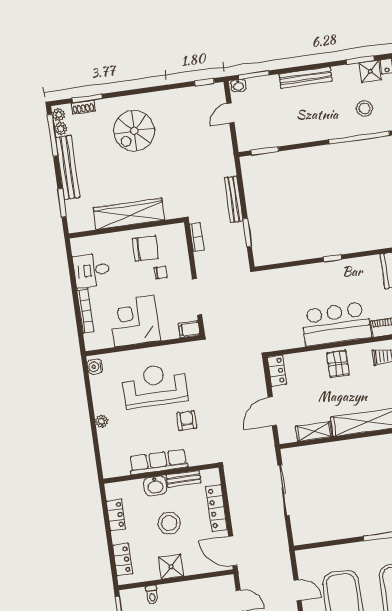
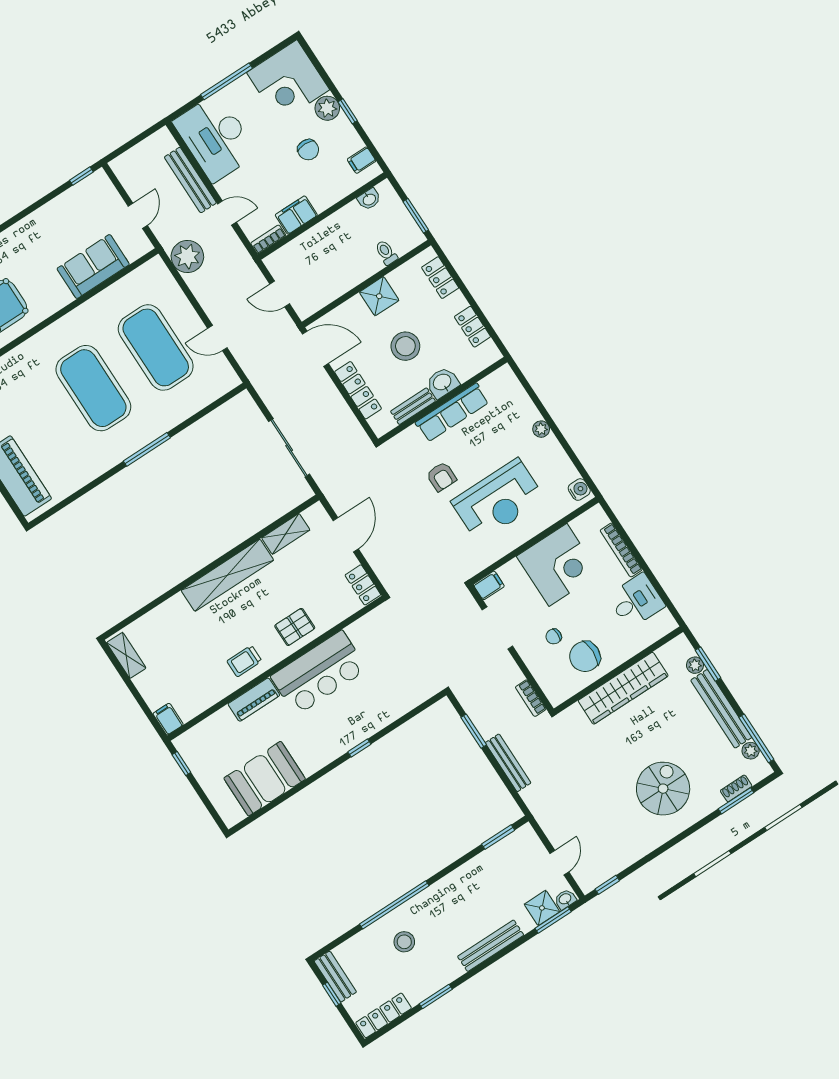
shower: (370, 71) -> (542, 908), moved
plant: (59, 115) -> (695, 665), moved
pallet: (338, 364) -> (295, 627), turned 90

